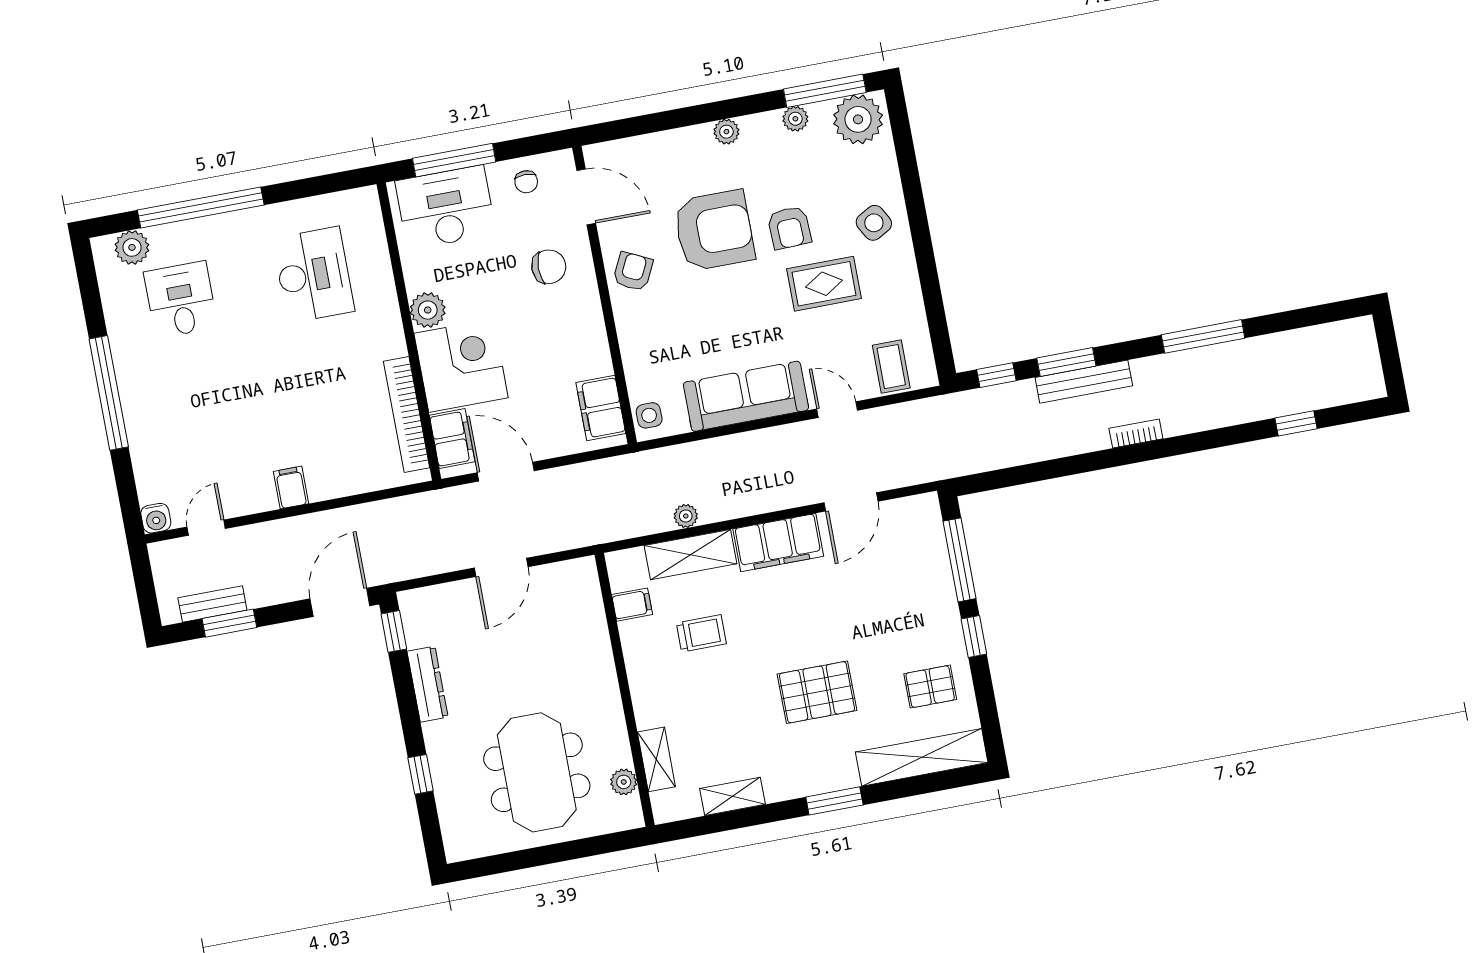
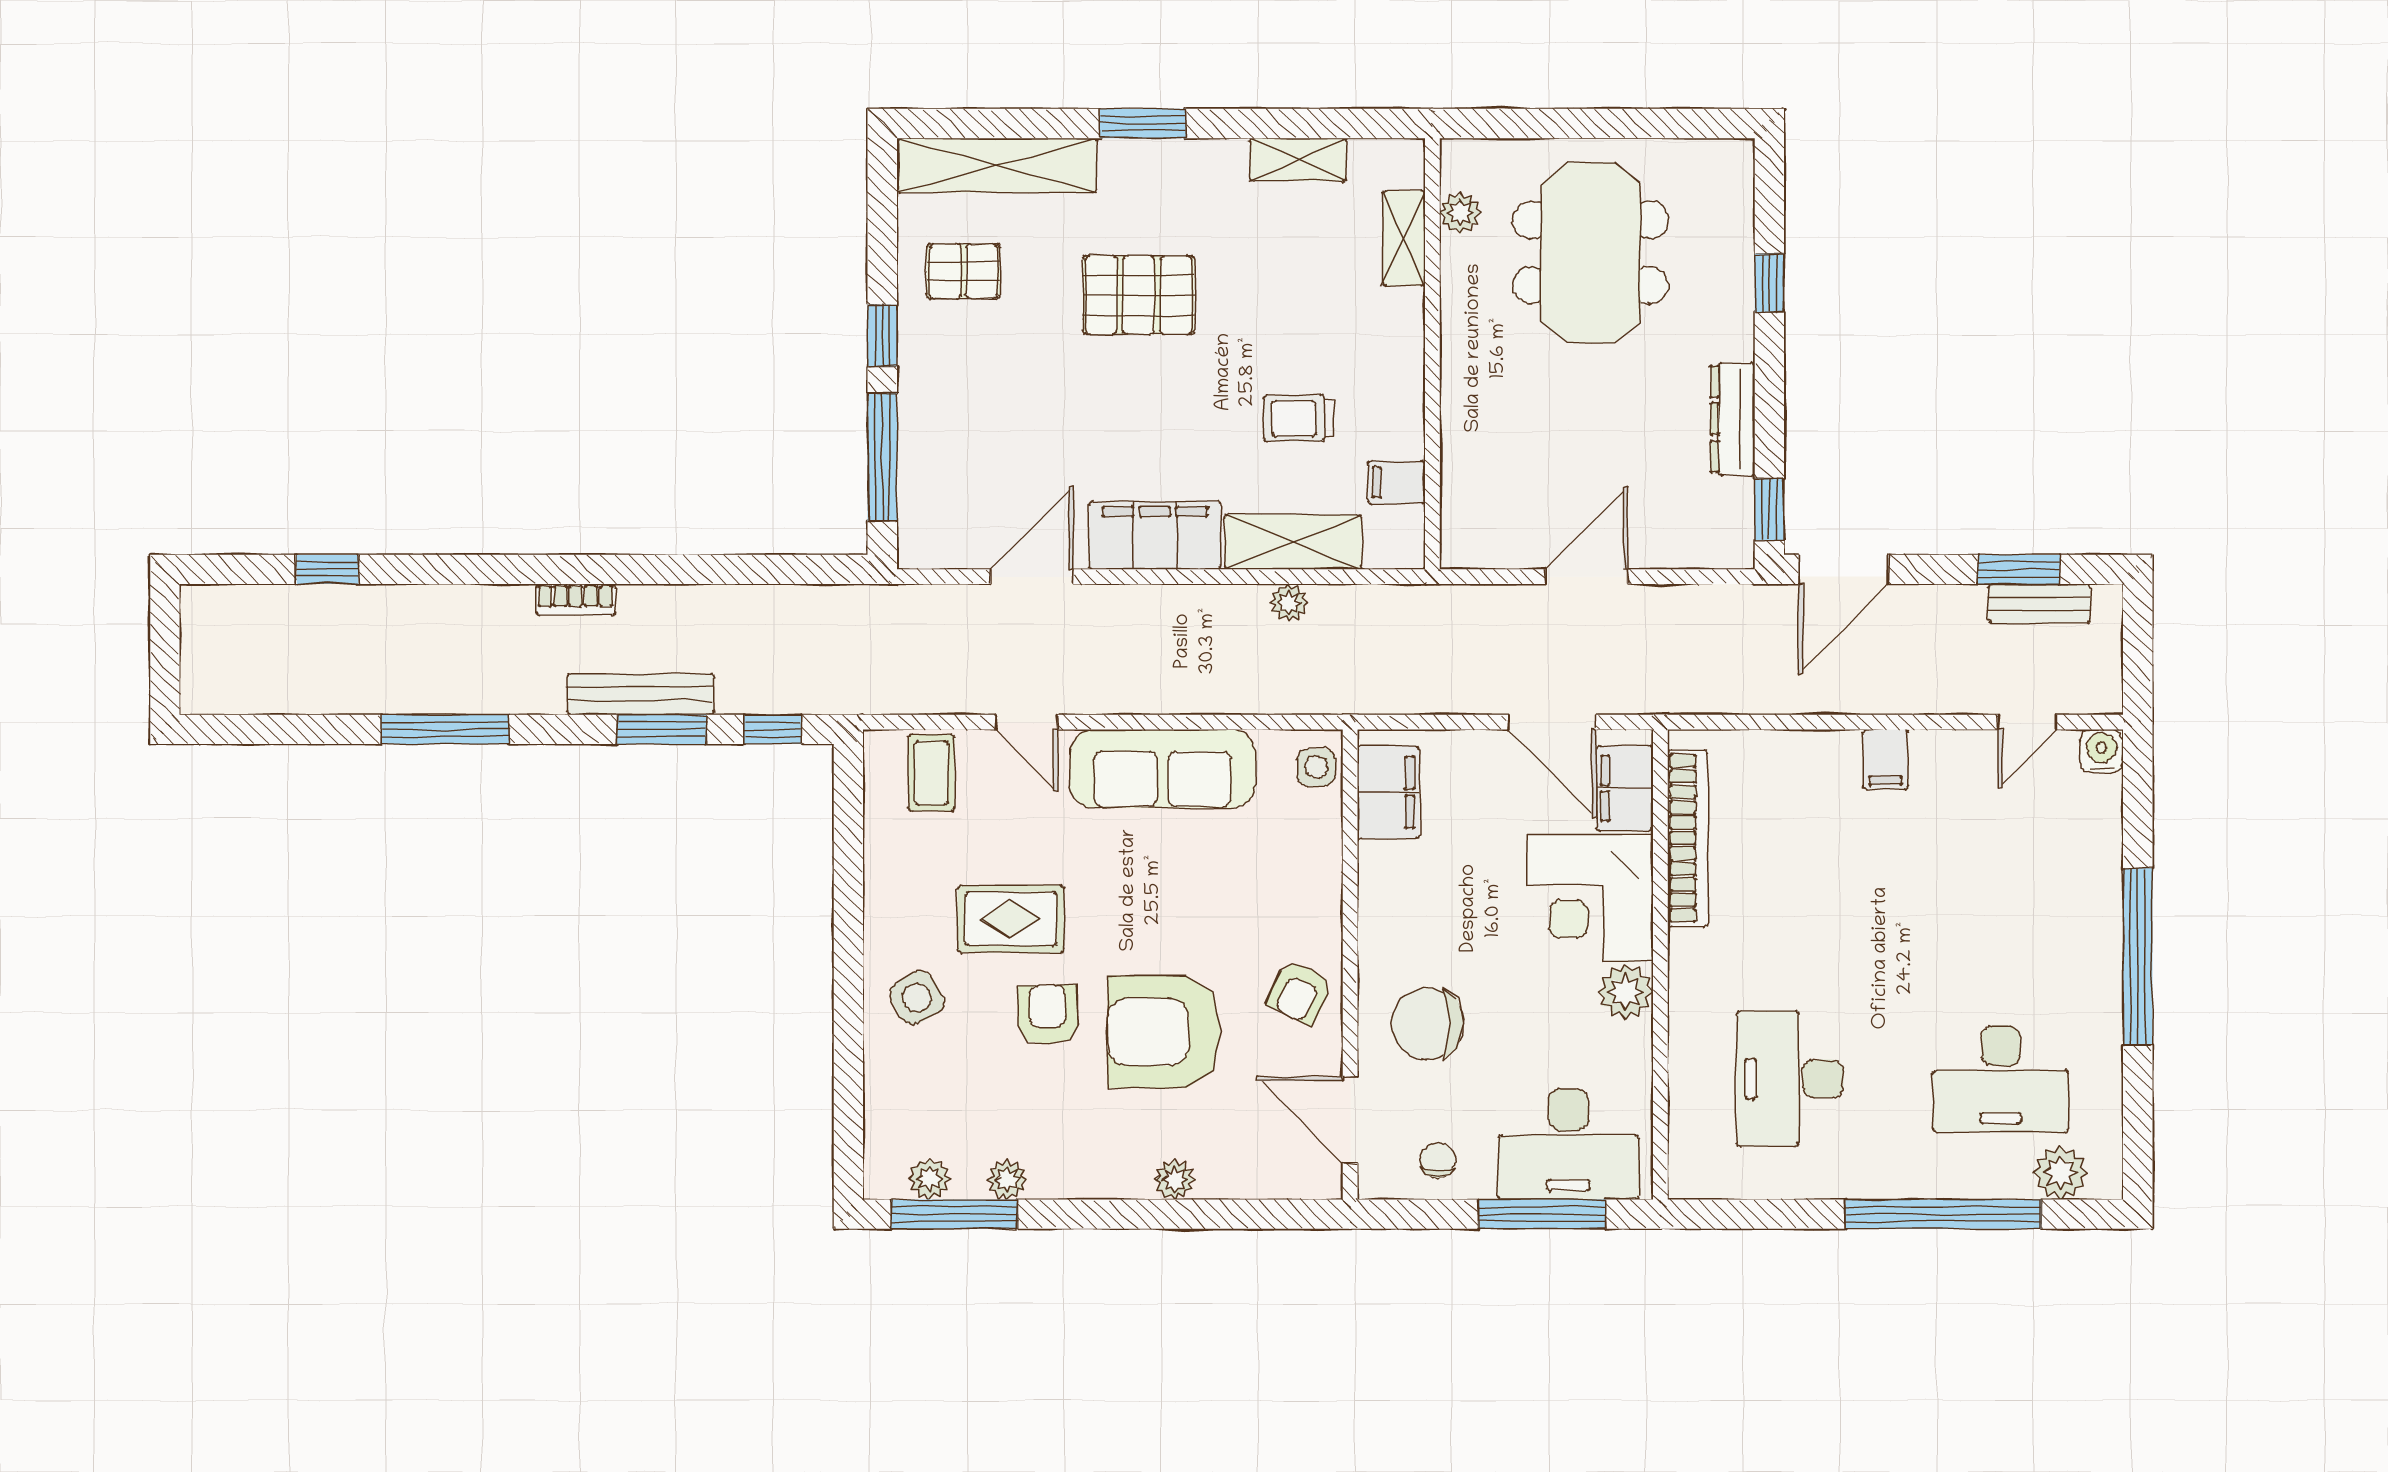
plant: (858, 119) -> (930, 1179), width x0.53, depth x0.53
plant: (726, 132) -> (1174, 1180), moved
chair: (549, 267) -> (1427, 1024), width x1.37, depth x1.37
desk: (181, 300) -> (2001, 1079), width x1.37

